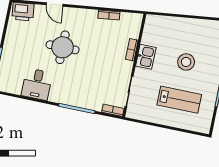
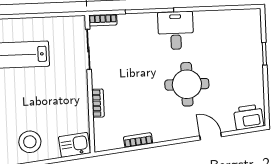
kitchen sink: (146, 57) -> (74, 145), moved, turned 83
stool: (186, 62) -> (30, 142), moved
desk: (37, 84) -> (176, 30), moved

